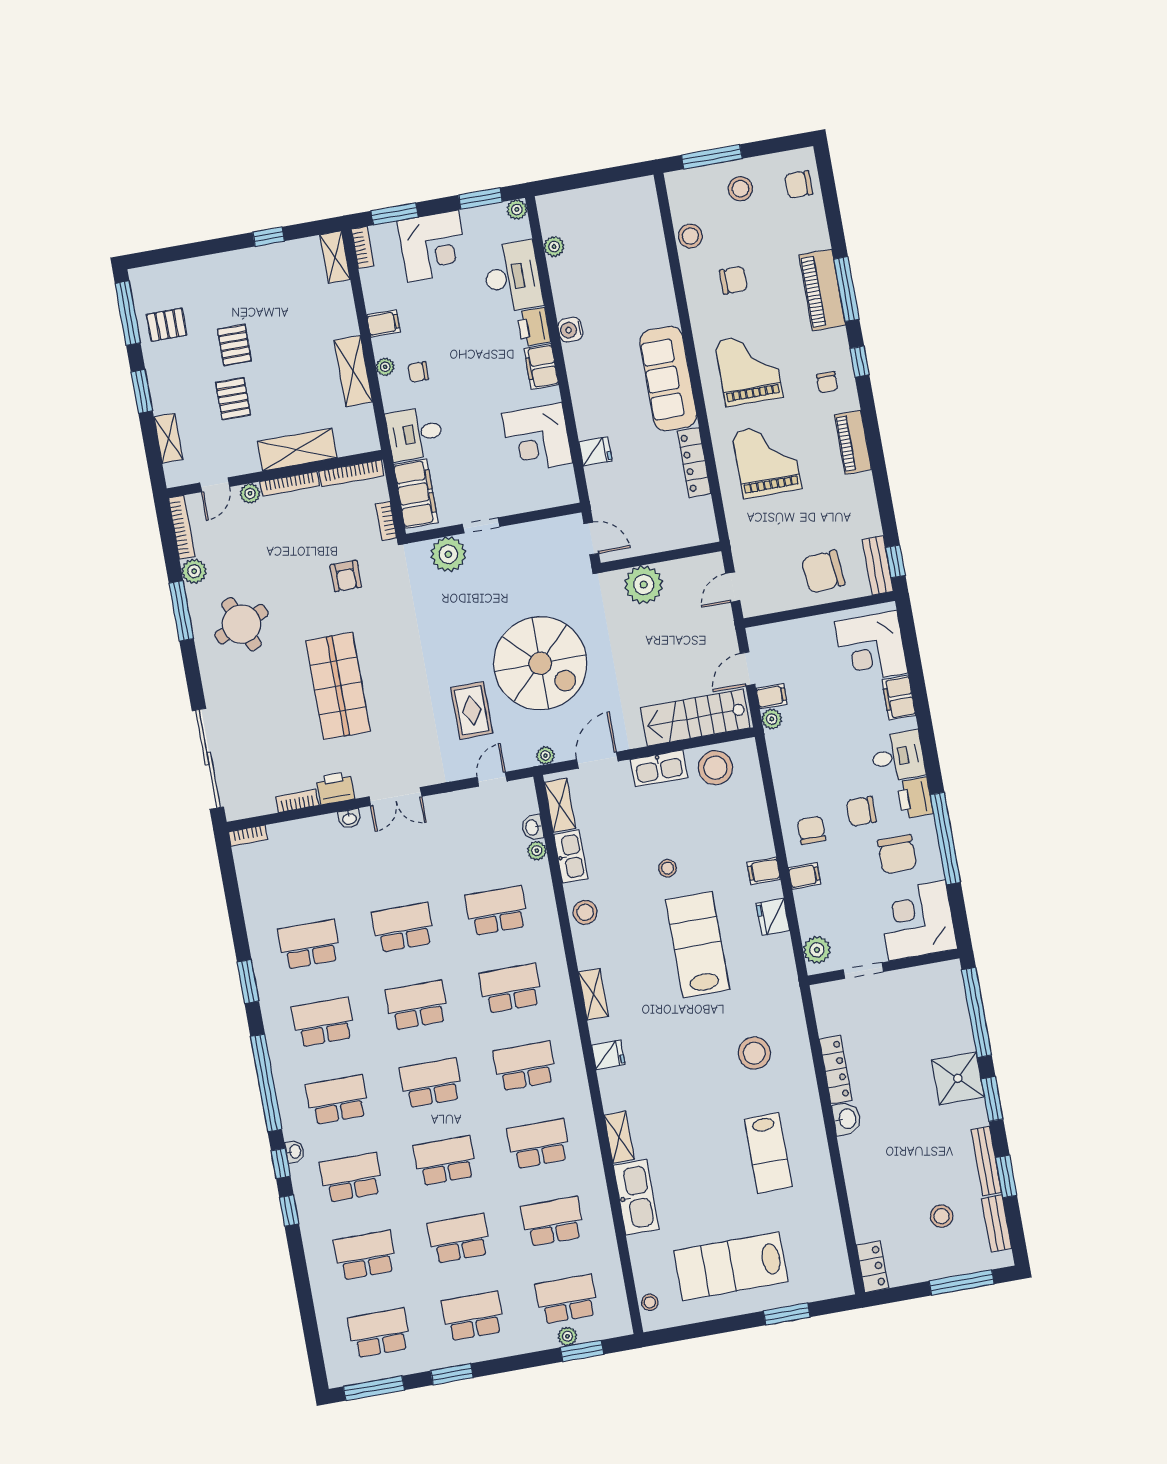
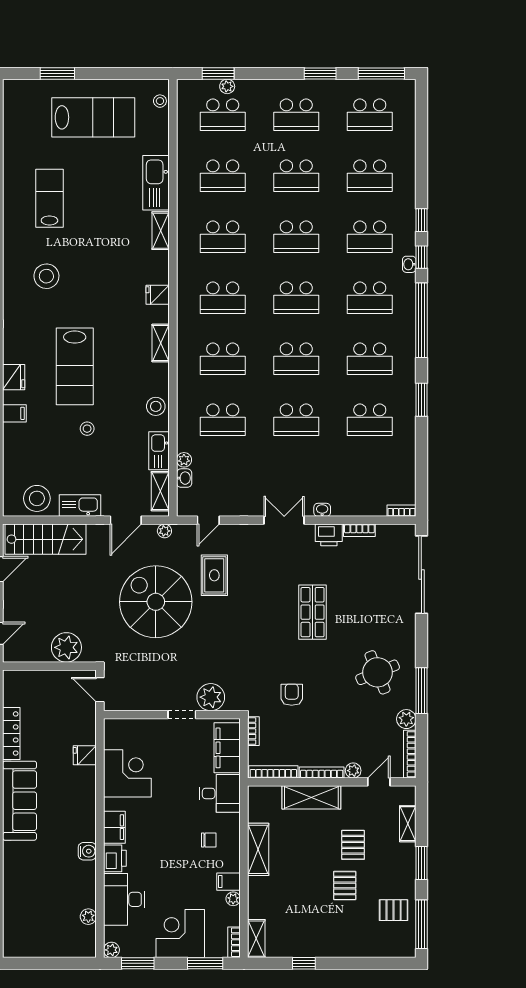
plant: (385, 367) -> (233, 899), moved
shop shelf: (338, 686) -> (313, 612), width x0.70, depth x0.74

